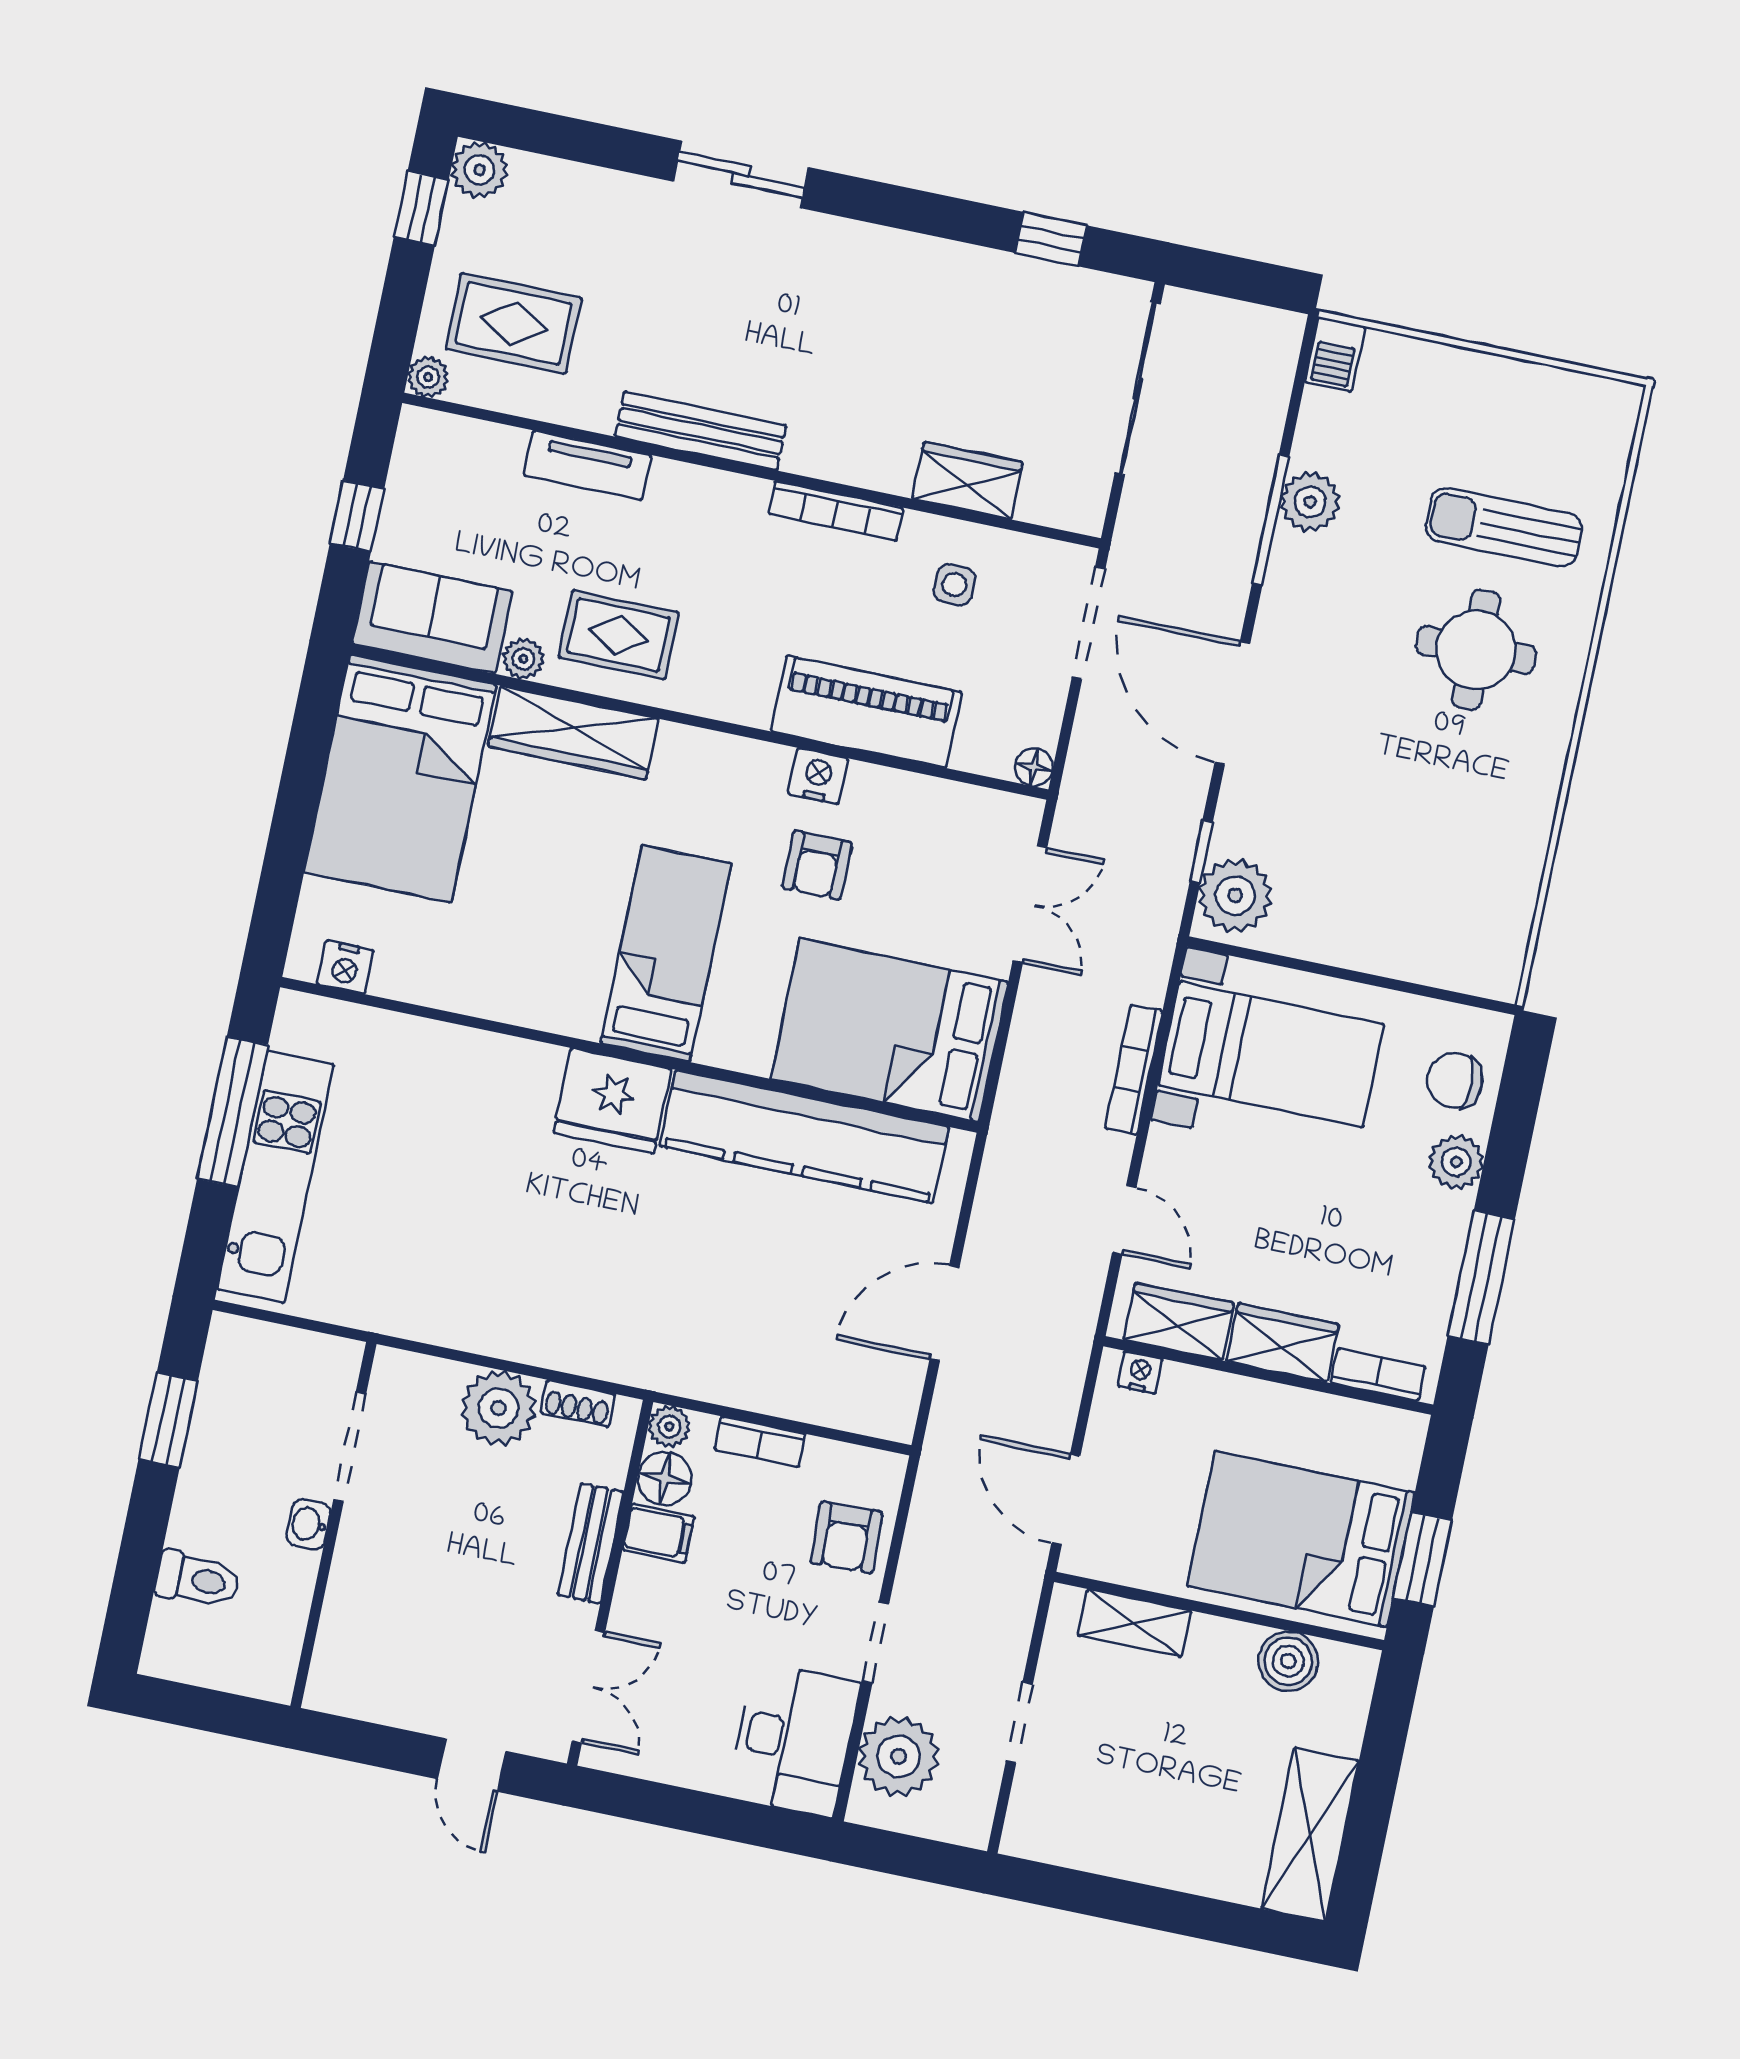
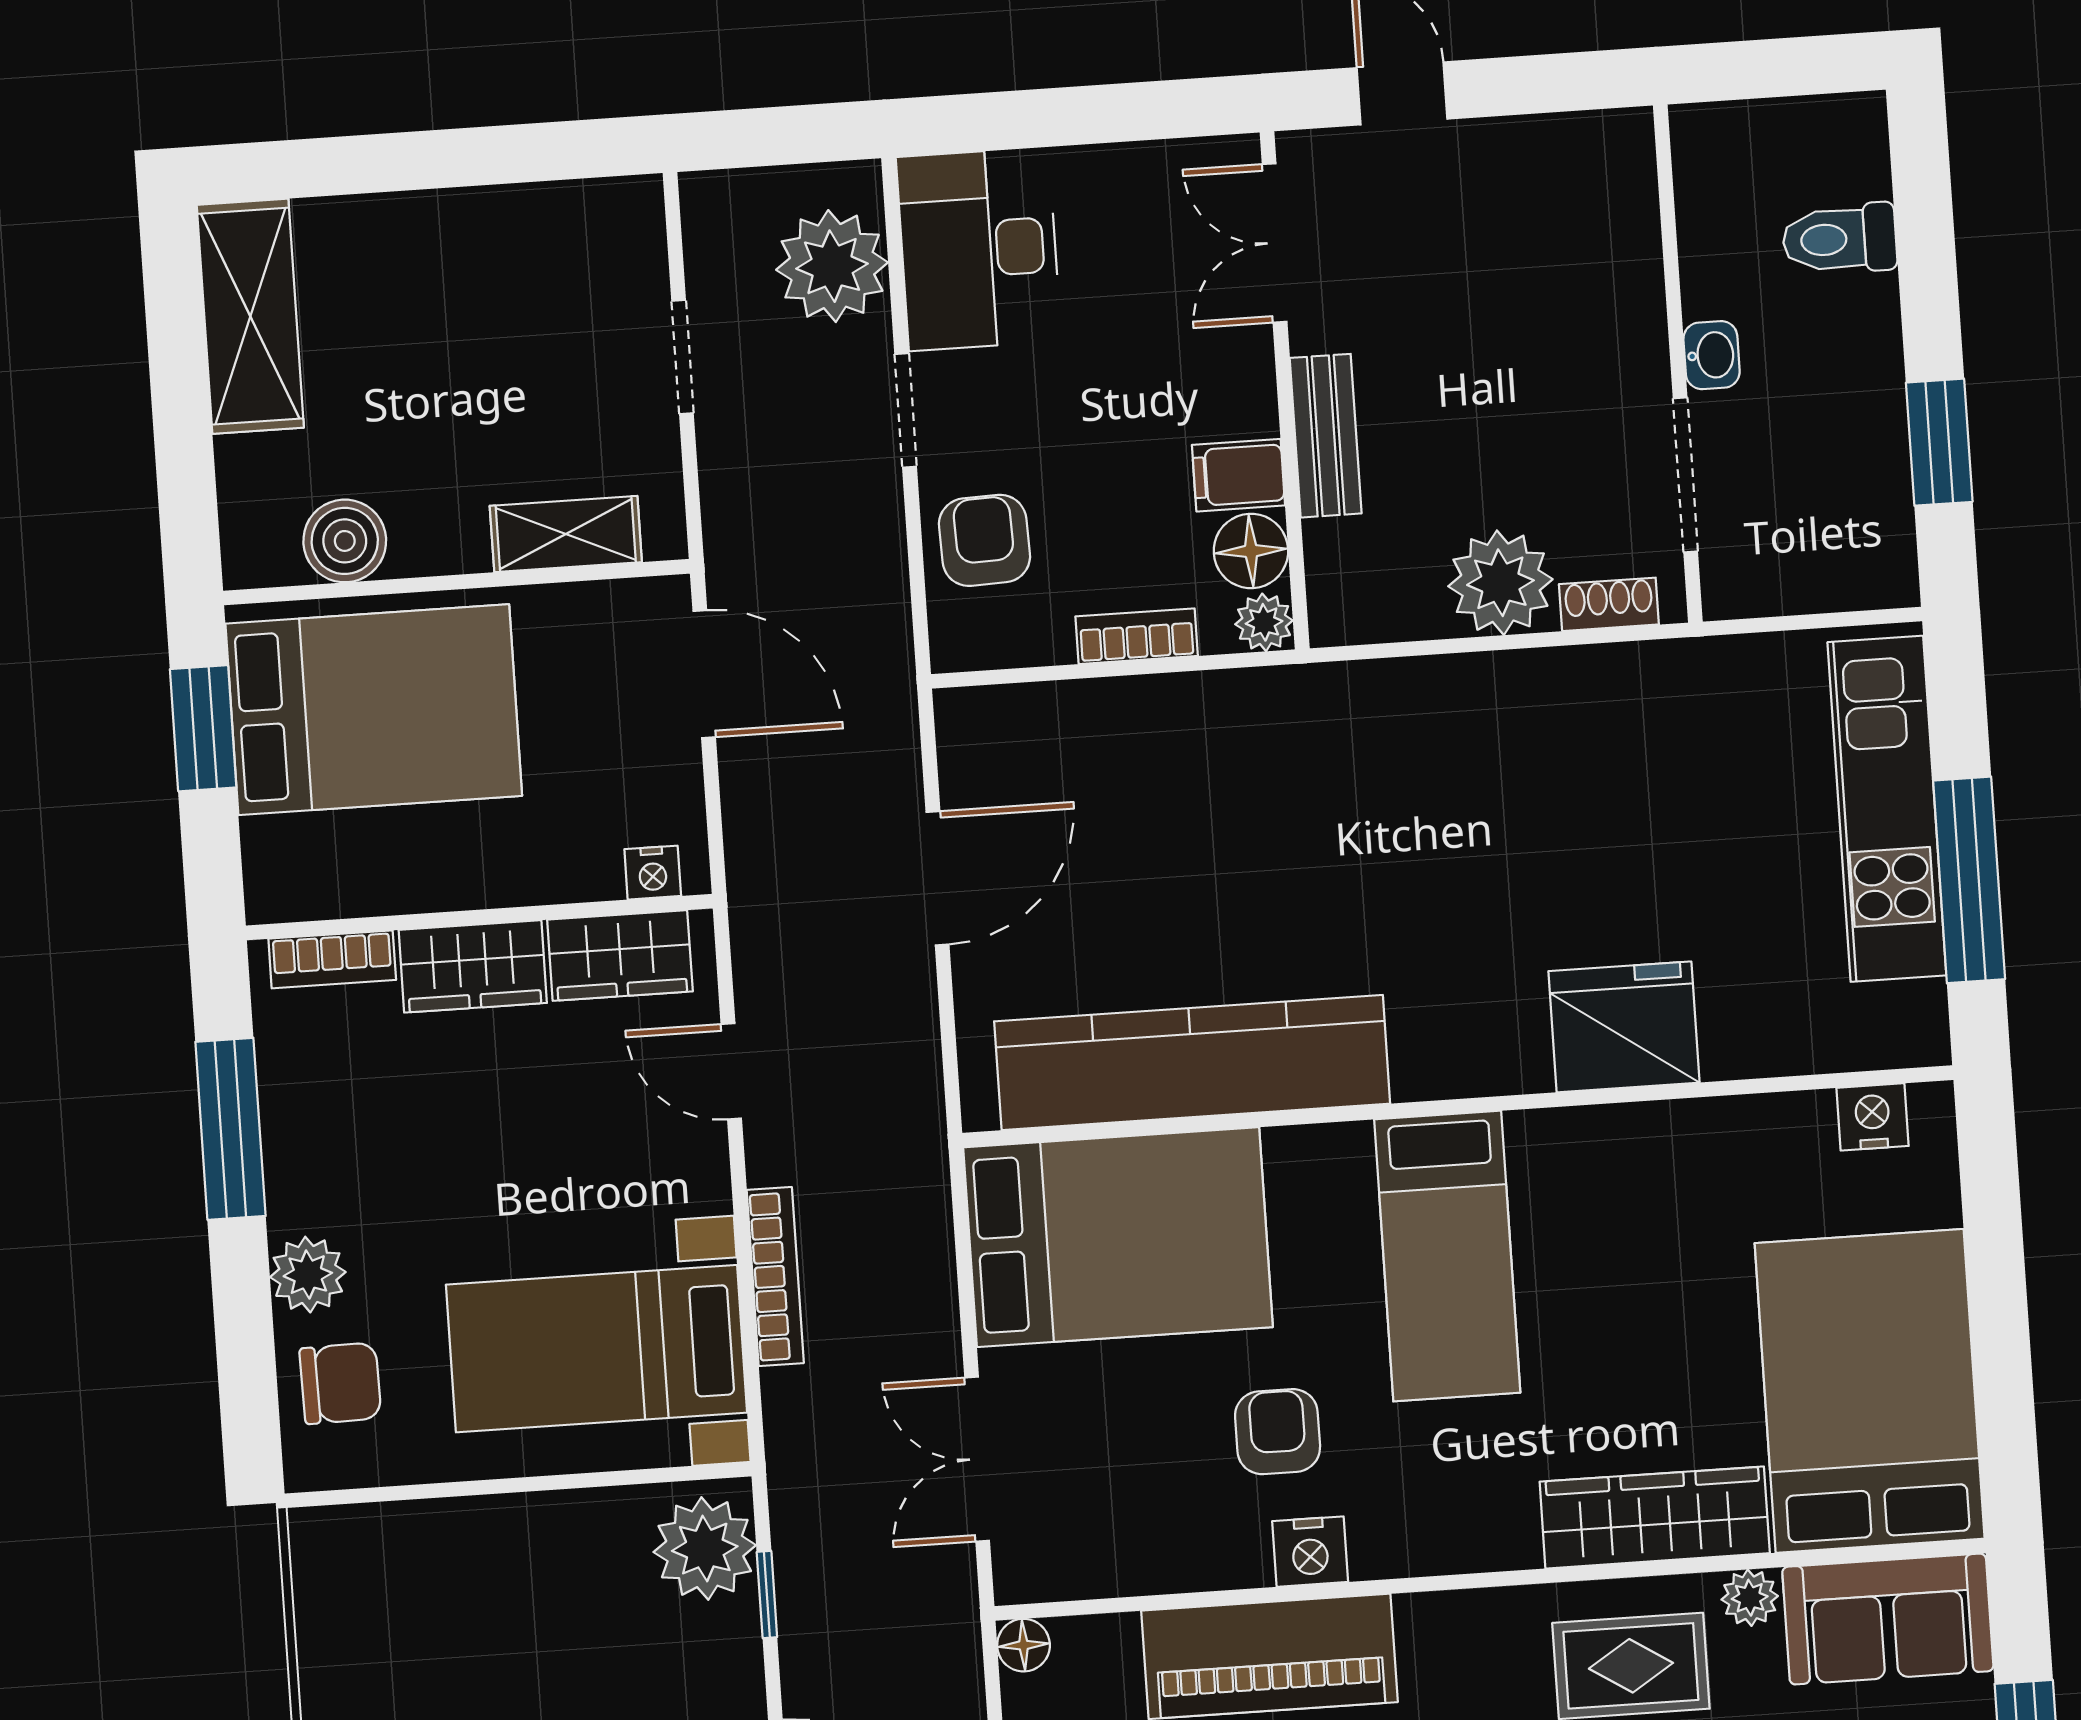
fridge: (612, 1101) -> (1624, 1027), moved
shoe rack: (578, 1403) -> (1609, 604), moved

